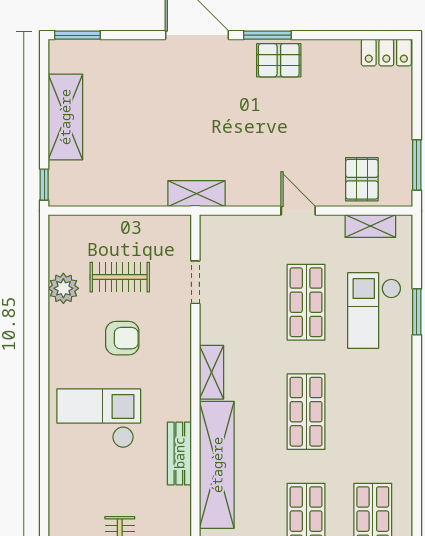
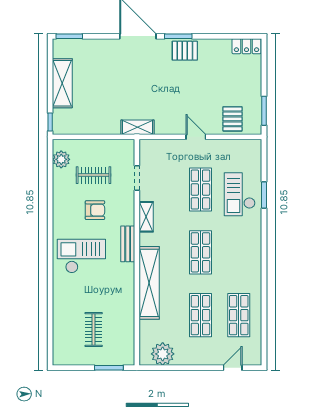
shelving: (370, 226) -> (237, 146), removed
plant: (63, 288) -> (61, 159), moved
shelving: (211, 372) -> (146, 217), moved
bench: (179, 453) -> (128, 244), moved

